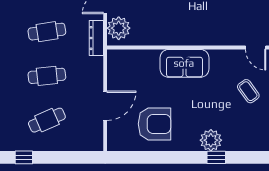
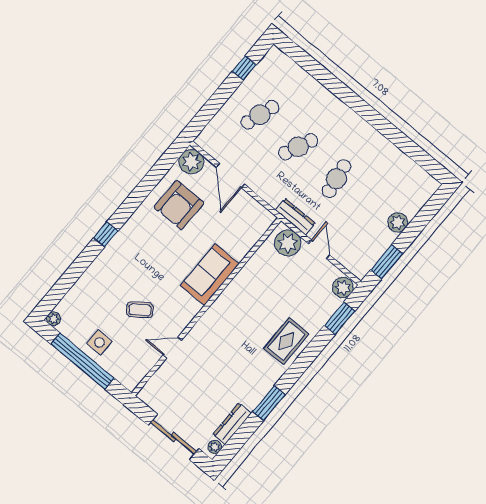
cafe table: (47, 76) -> (298, 147), turned 30
cafe table: (47, 120) -> (260, 115), turned 42
plant: (211, 140) -> (191, 162), moved

